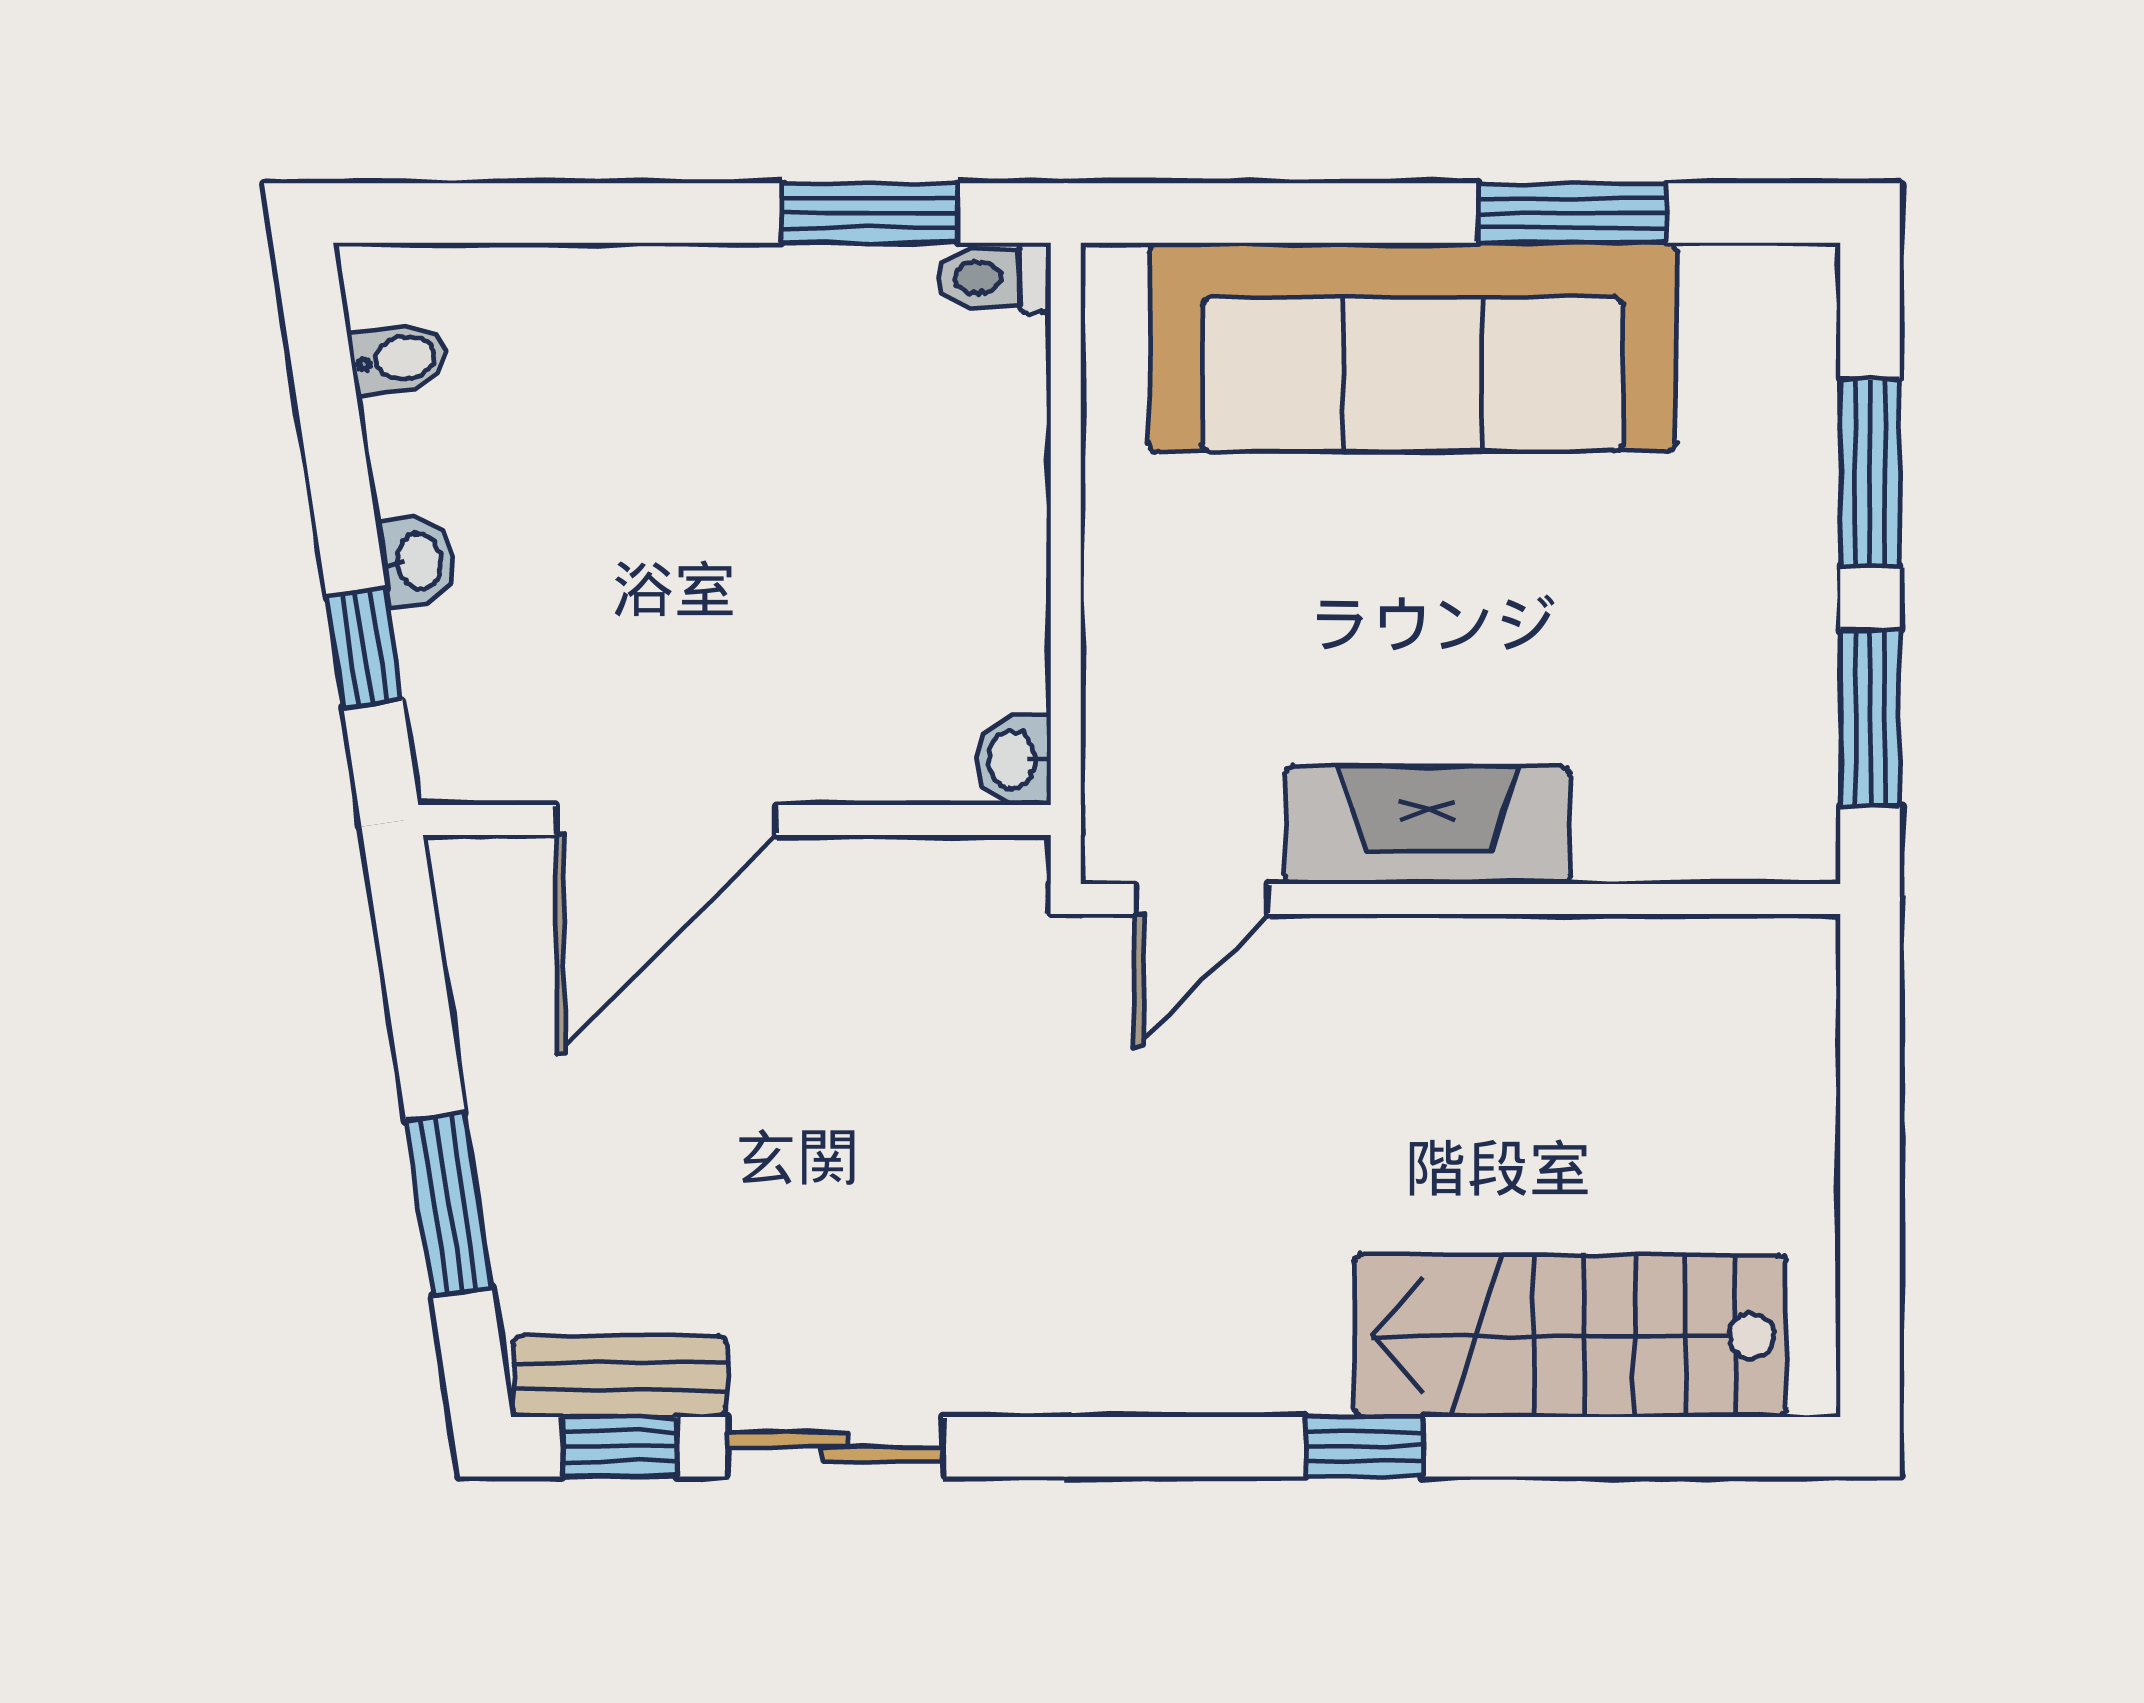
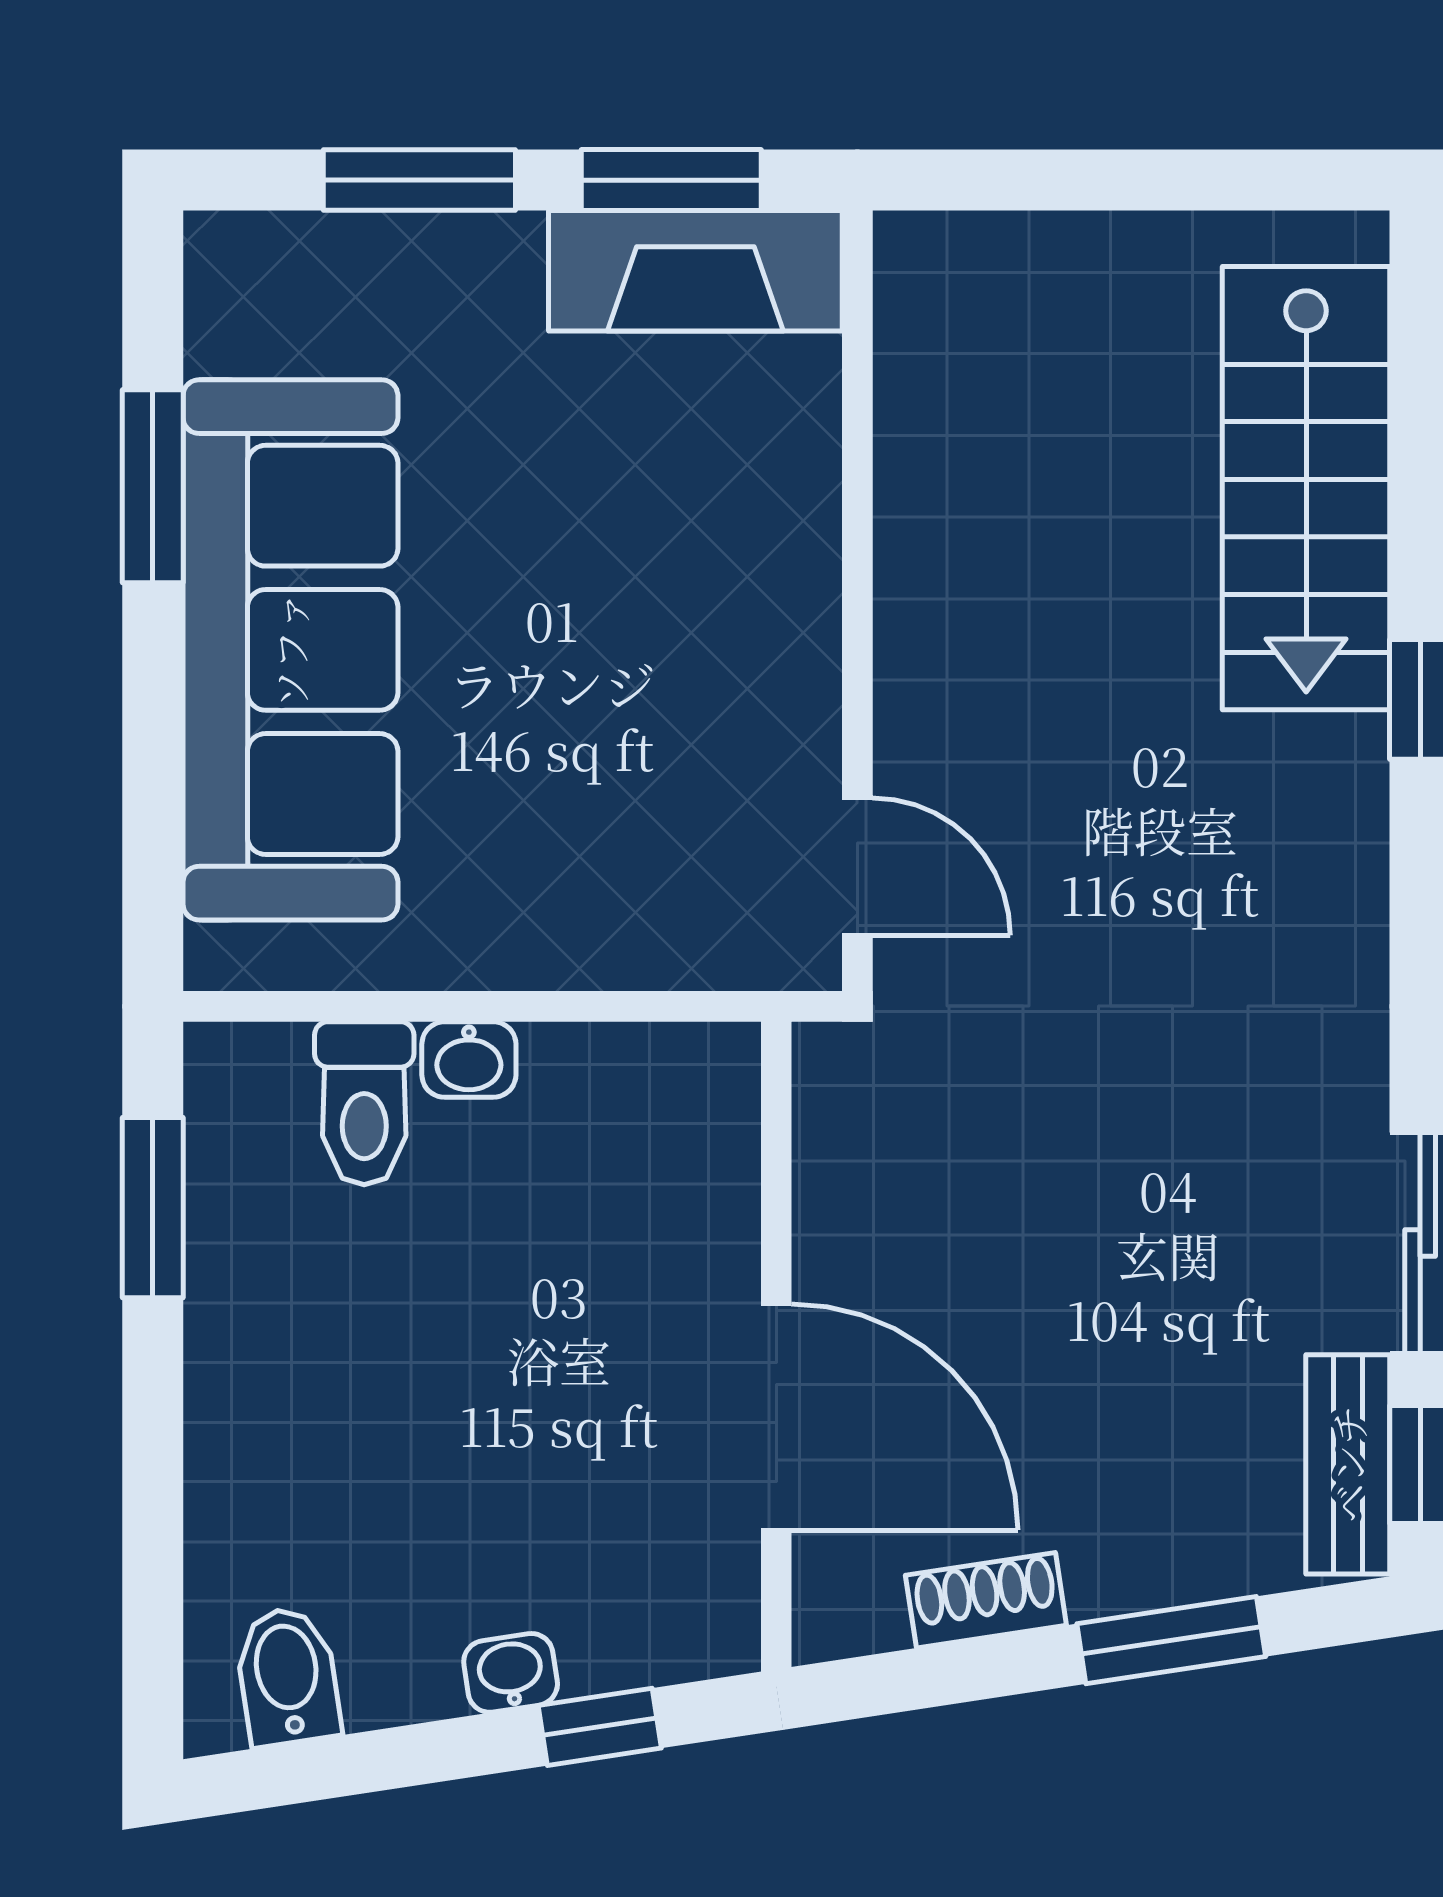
toilet: (994, 278) -> (364, 1103), moved, width x1.37, depth x1.39
bidet: (399, 359) -> (287, 1676), width x1.38, depth x1.36
washbasin: (1014, 760) -> (469, 1059), moved
fireplace: (1427, 825) -> (695, 271), moved, turned -90
shoe rack: (488, 1024) -> (986, 1600), added

